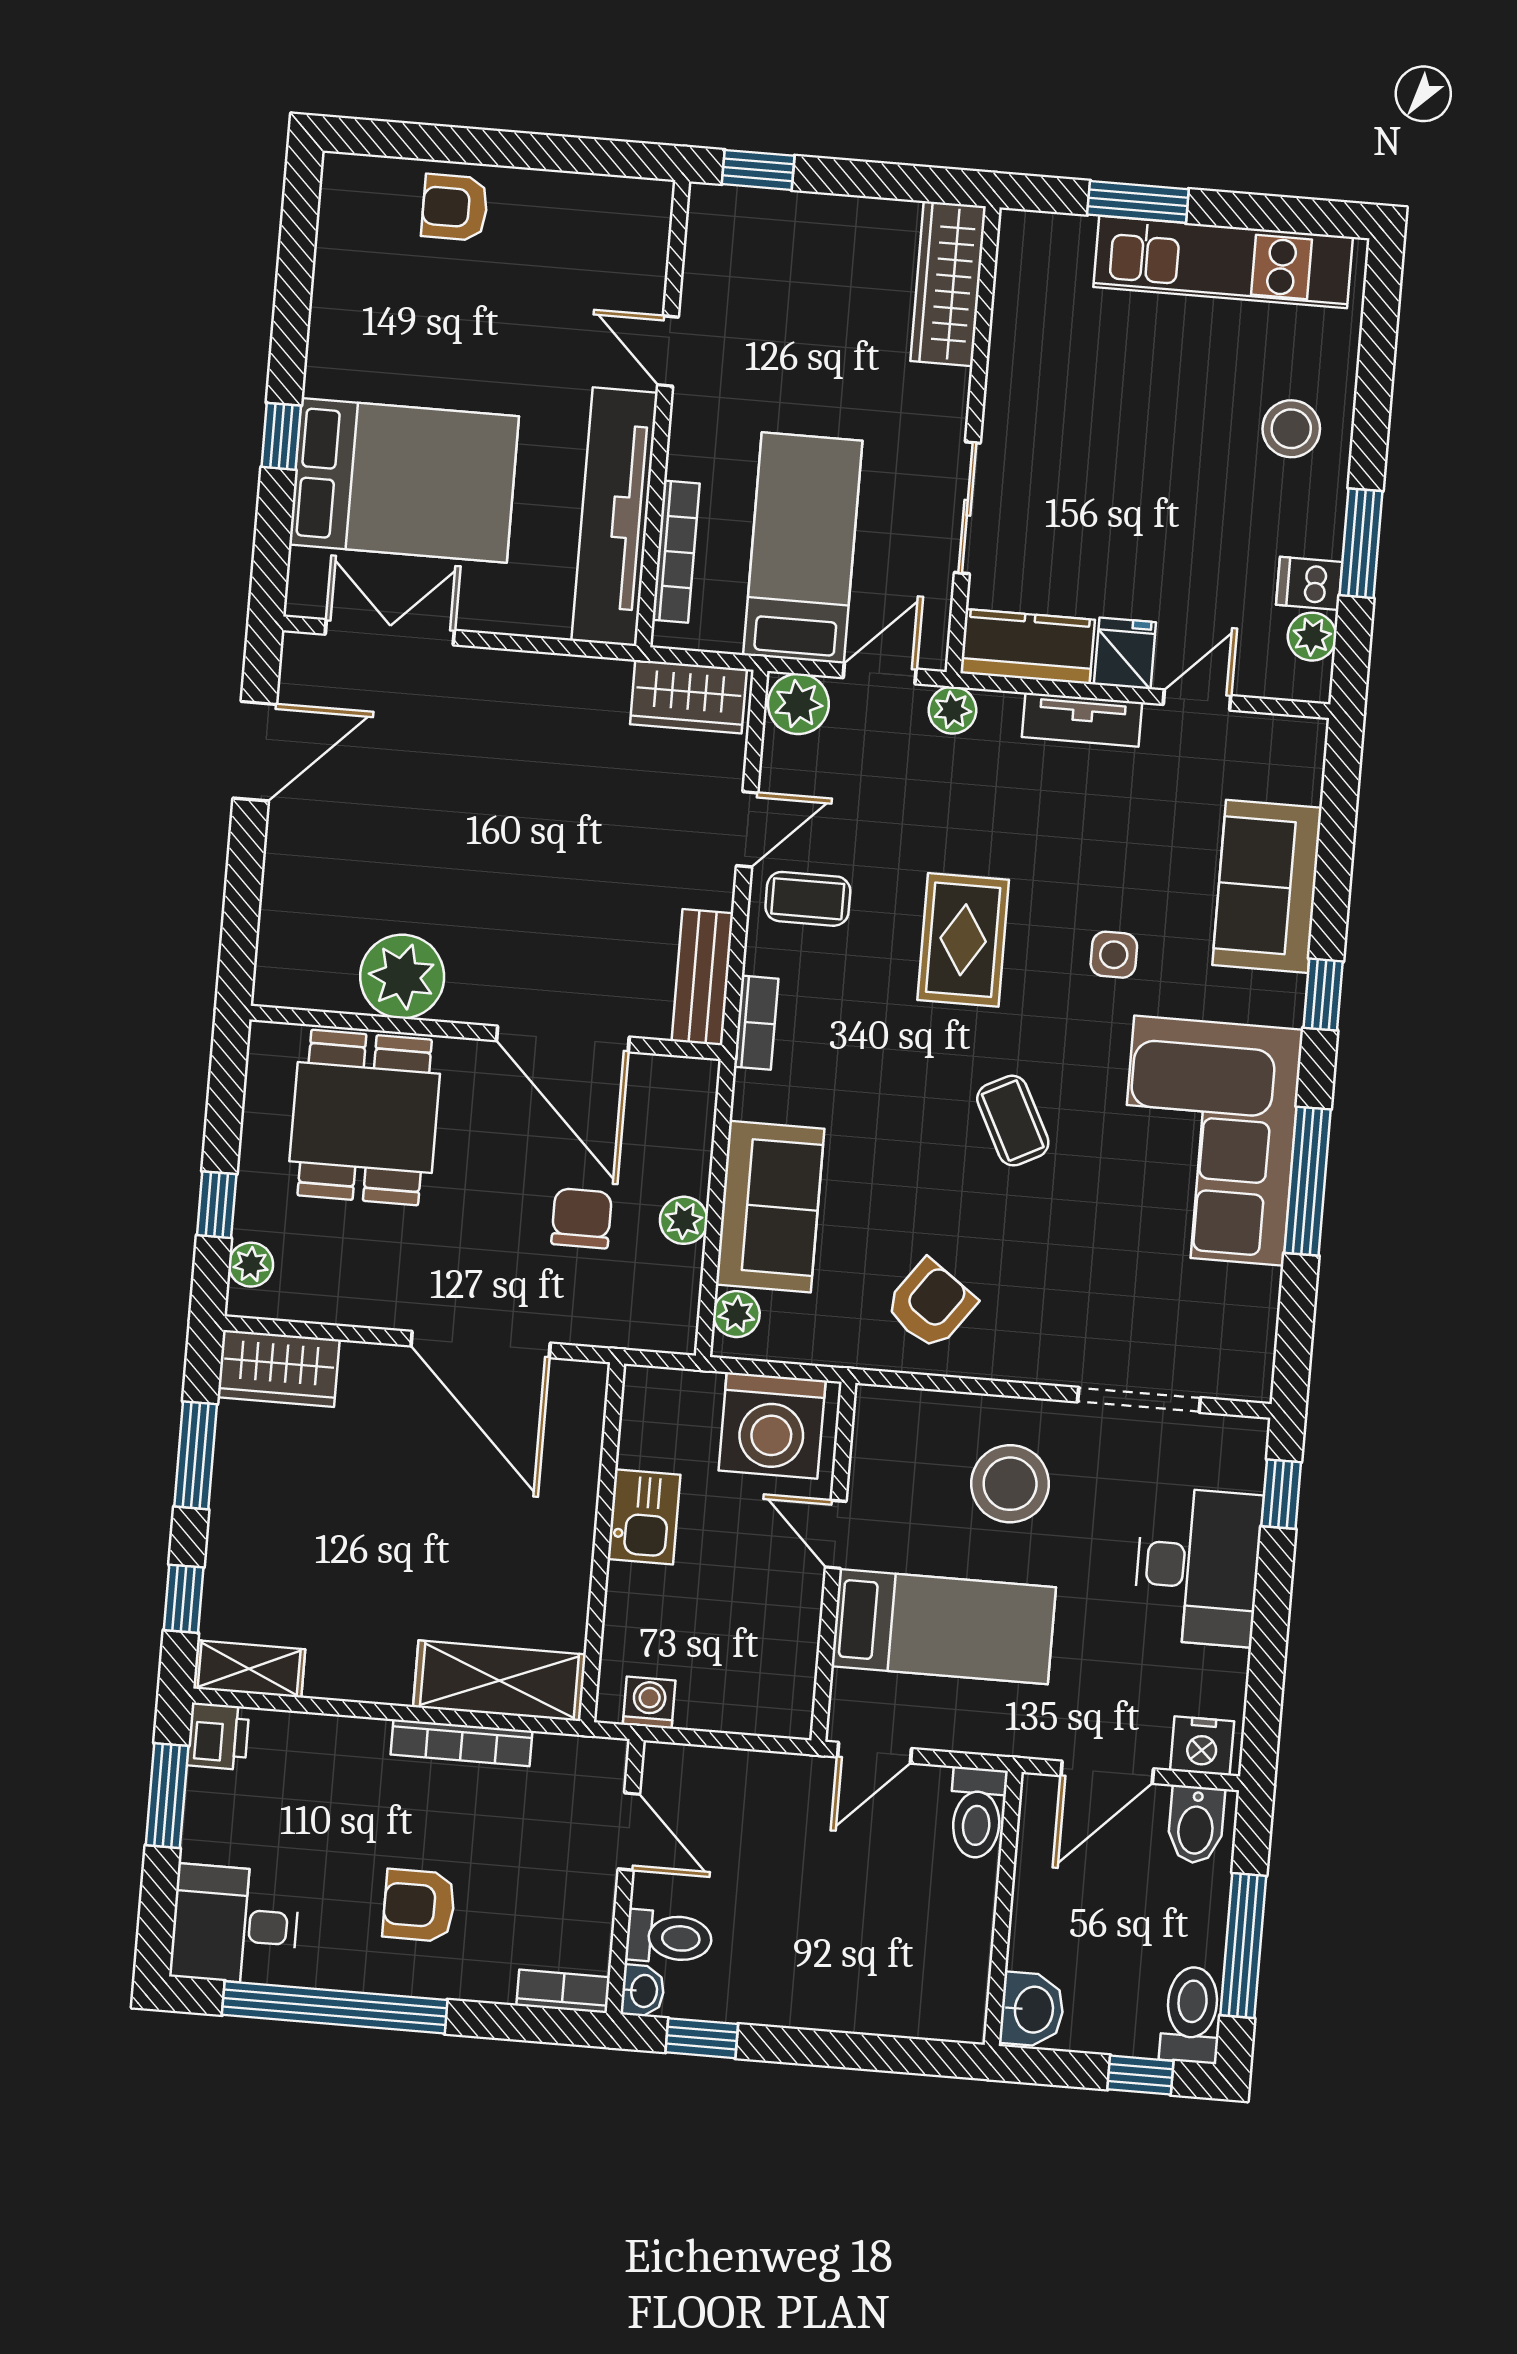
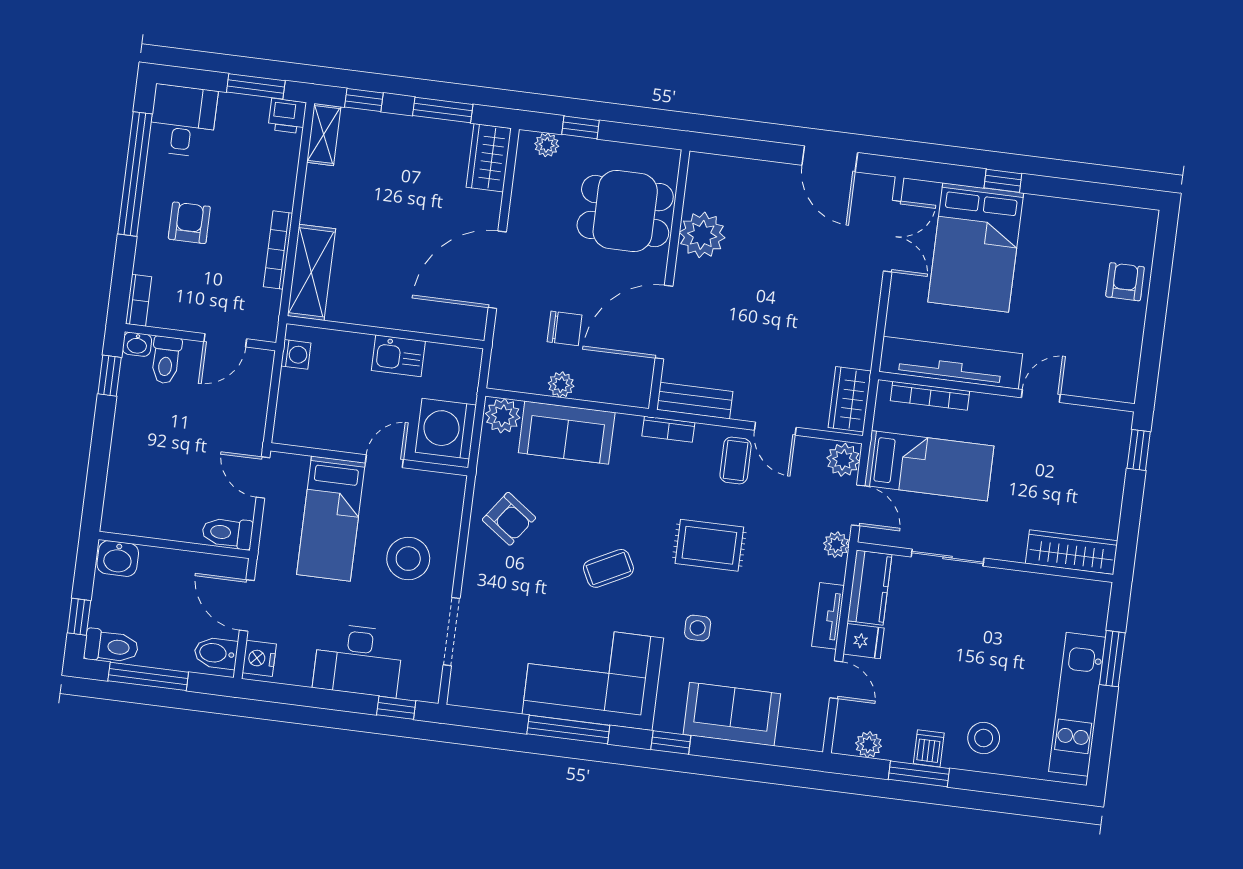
dishwasher: (1309, 583) -> (929, 748), moved
plant: (736, 1314) -> (503, 416), width x1.38, depth x1.38

